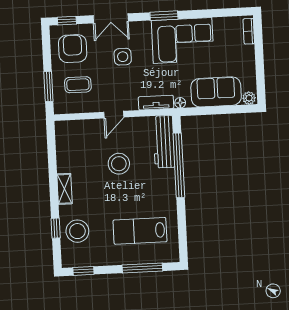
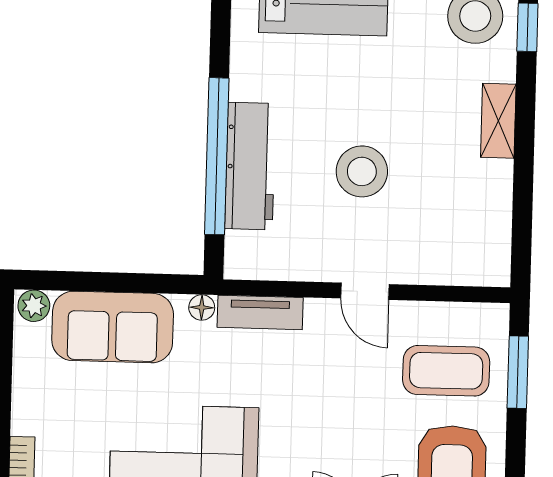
side table: (123, 57) -> (332, 430), removed
coffee table: (78, 85) -> (446, 371), width x1.36, depth x1.30
door: (114, 115) -> (365, 291), swing flipped
workbench: (164, 142) -> (250, 166), moved

